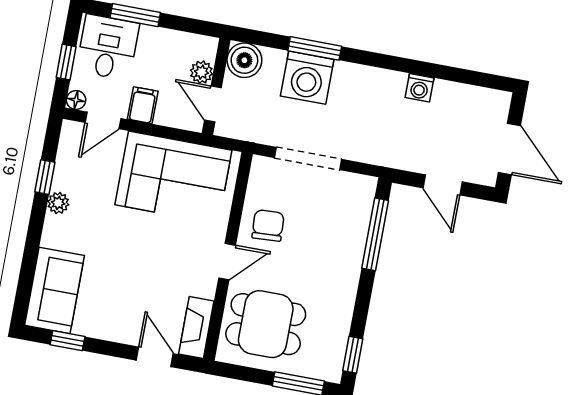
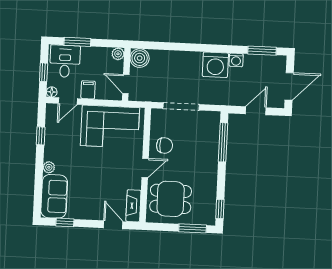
window: (315, 48) -> (262, 51), moved
plant: (201, 72) -> (118, 54), moved
washing machine: (307, 78) -> (215, 65), moved
door: (509, 149) -> (289, 86), hinge flipped
door: (443, 185) -> (256, 111), swing flipped
plant: (58, 203) -> (49, 167), moved
chair: (268, 226) -> (165, 146), turned 93

